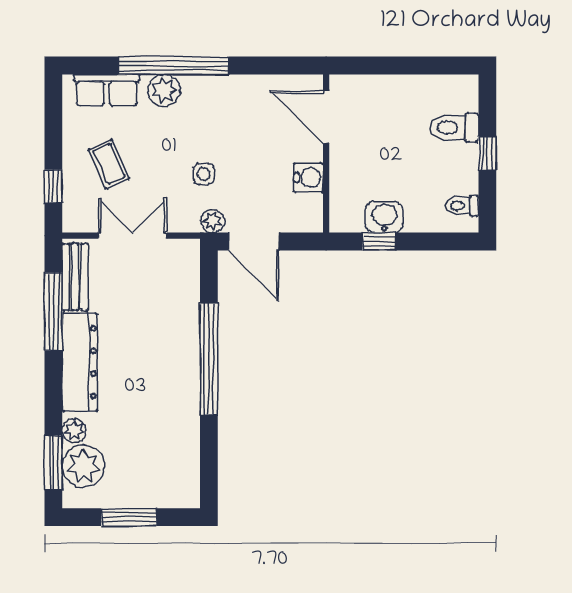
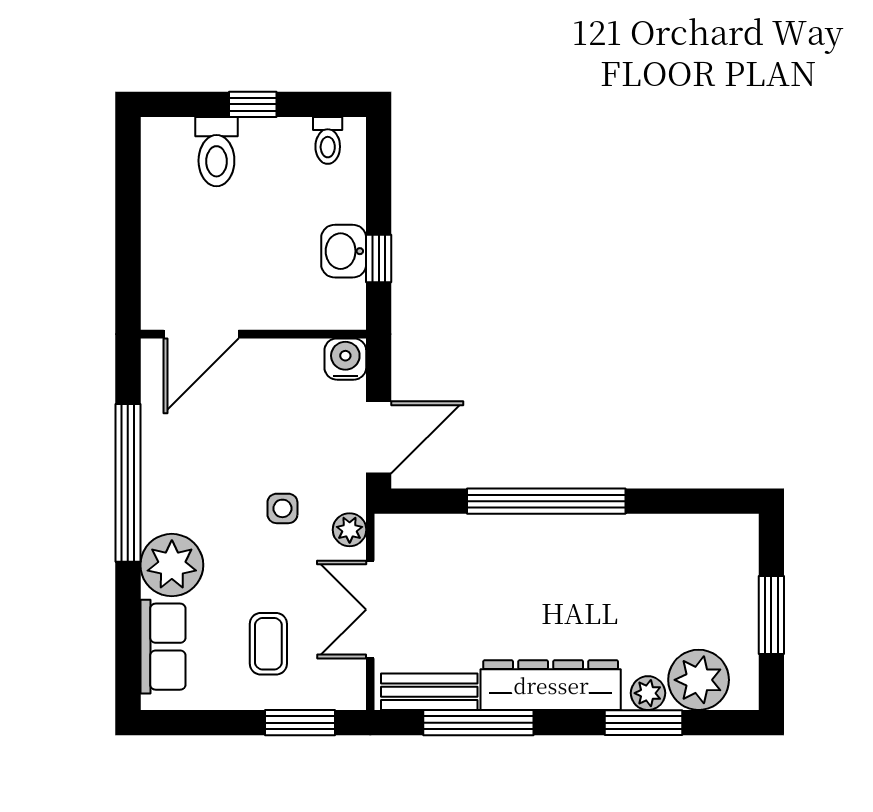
window: (174, 66) -> (128, 483), moved
plant: (164, 90) -> (172, 565), width x1.36, depth x1.36
coffee table: (109, 164) -> (268, 644), turned -66
water cooler: (309, 178) -> (345, 359), moved
window: (53, 186) -> (300, 723), width x1.50
plant: (213, 221) -> (350, 530), moved
window: (53, 463) -> (644, 723), moved

